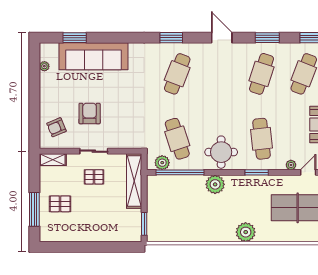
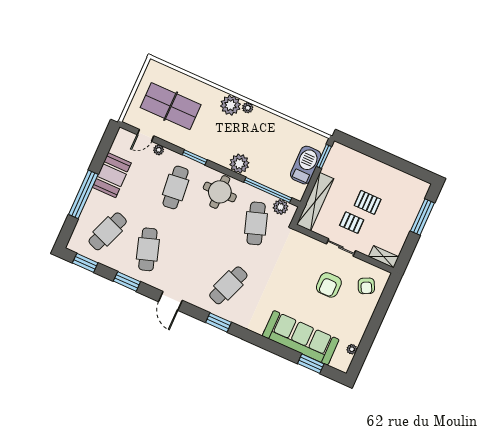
cafe table: (262, 74) -> (148, 249), turned -36
armchair: (56, 127) -> (366, 286), turned 87
pallet: (60, 204) -> (368, 202), moved
barbecue: (157, 209) -> (306, 165), added
plant: (230, 237) -> (248, 108), added

